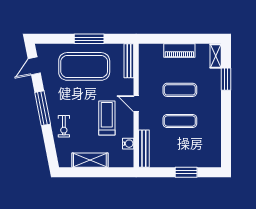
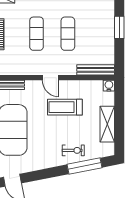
door: (136, 104) -> (50, 78), hinge flipped
window: (43, 108) -> (84, 166), moved
water cooler: (128, 144) -> (109, 86), moved

